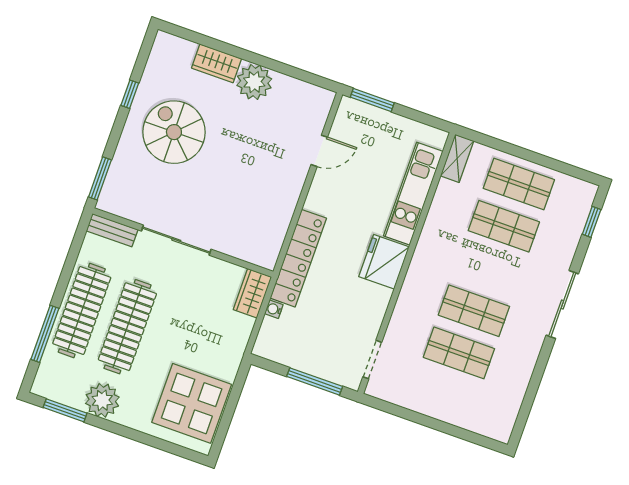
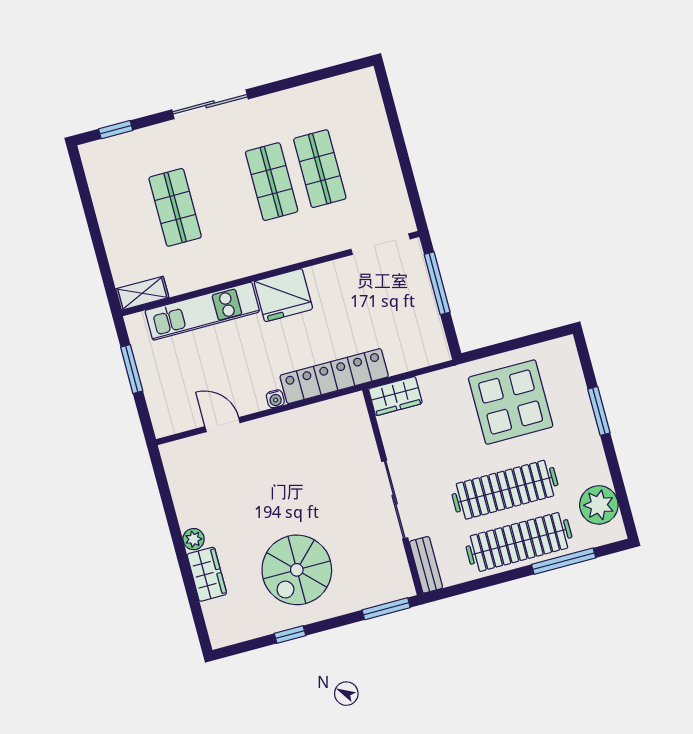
plant: (254, 82) -> (194, 539), width x0.53, depth x0.53
window: (372, 100) -> (132, 369), moved
shop shelf: (519, 184) -> (127, 220), removed
water cooler: (274, 309) -> (275, 399), moved
doorway: (372, 360) -> (381, 244), width x1.38
plant: (102, 400) -> (599, 505), moved
display table: (192, 403) -> (511, 402), moved
window: (65, 410) -> (599, 411), moved

